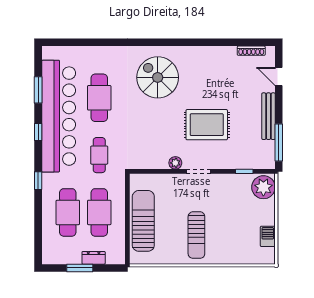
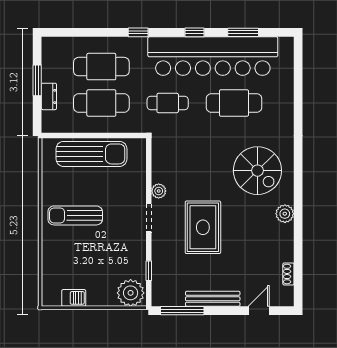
shoe rack: (251, 51) -> (288, 274), width x0.70
plant: (195, 54) -> (285, 214), added
spiral stairs: (158, 77) -> (257, 171), turned 90

